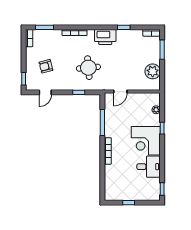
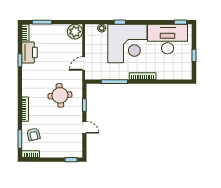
printer: (105, 37) -> (30, 52), moved
armchair: (46, 66) -> (34, 134), moved
plant: (153, 71) -> (75, 32), moved
door: (45, 92) -> (84, 127), moved
door: (120, 92) -> (84, 64), swing flipped
corner desk: (146, 141) -> (127, 44), width x1.36, depth x1.36
desk: (149, 167) -> (168, 39), width x1.87, depth x1.30

